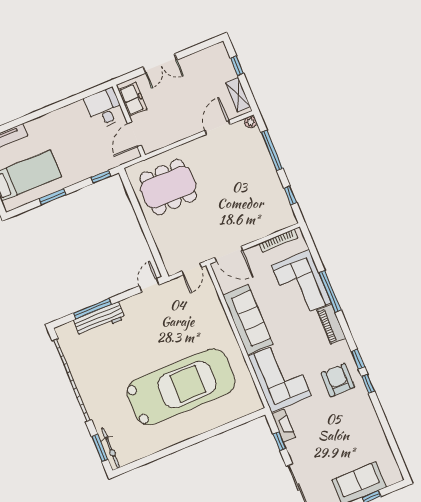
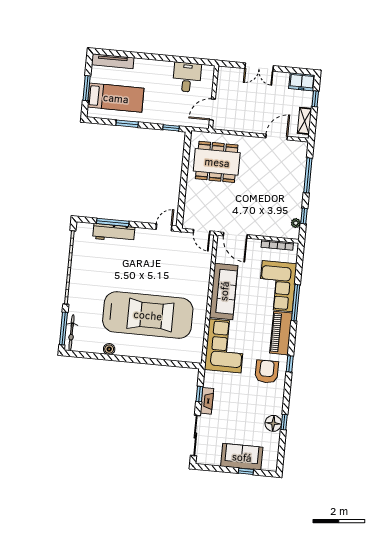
freezer: (132, 99) -> (302, 82), moved, turned 90
desk: (104, 108) -> (187, 77), moved
plant: (251, 122) -> (296, 223), moved
door: (191, 269) -> (202, 232), hinge flipped
piano: (331, 324) -> (281, 333), width x1.37, depth x1.33
window: (368, 384) -> (284, 422), moved
fireplace: (284, 426) -> (207, 401), moved
floor lamp: (374, 431) -> (273, 423), added
boiler: (159, 444) -> (109, 349), added
window: (100, 448) -> (63, 329), width x1.44

